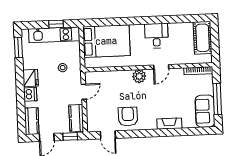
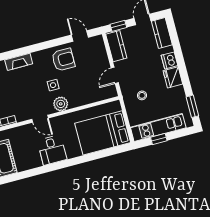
door: (161, 67) -> (40, 119), swing flipped
side table: (142, 95) -> (53, 85), added
armchair: (128, 117) -> (63, 60), turned -90

